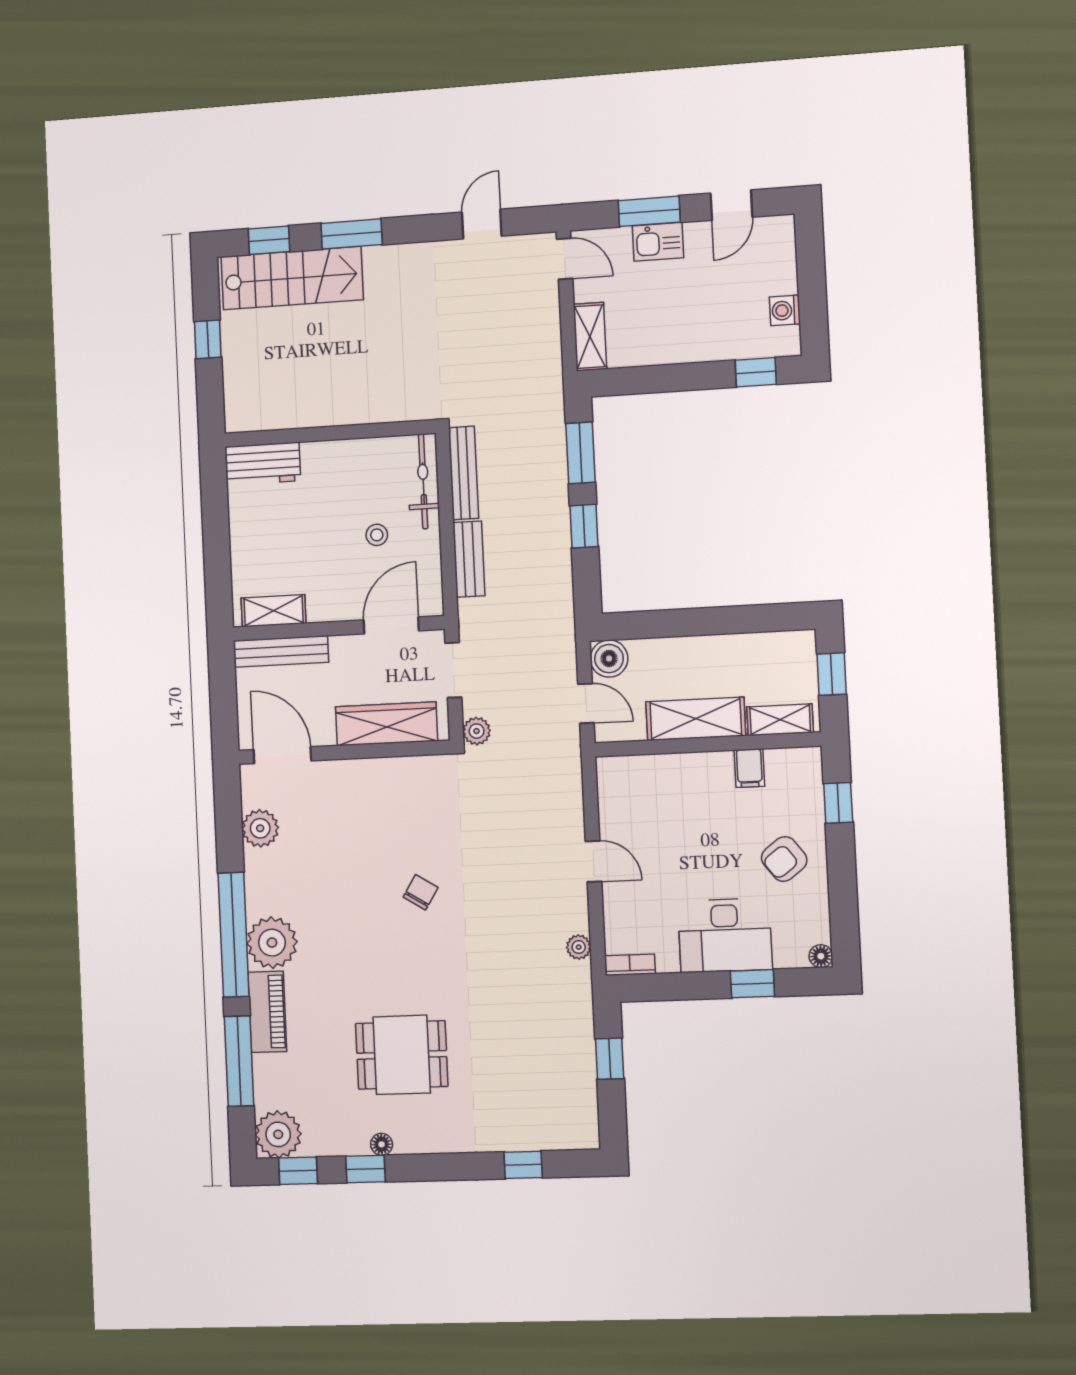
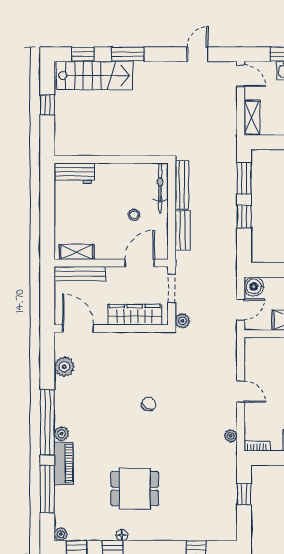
door: (586, 703) -> (241, 309), hinge flipped
plant: (272, 943) -> (62, 434), width x0.53, depth x0.53
plant: (278, 1134) -> (61, 534), width x0.53, depth x0.53

